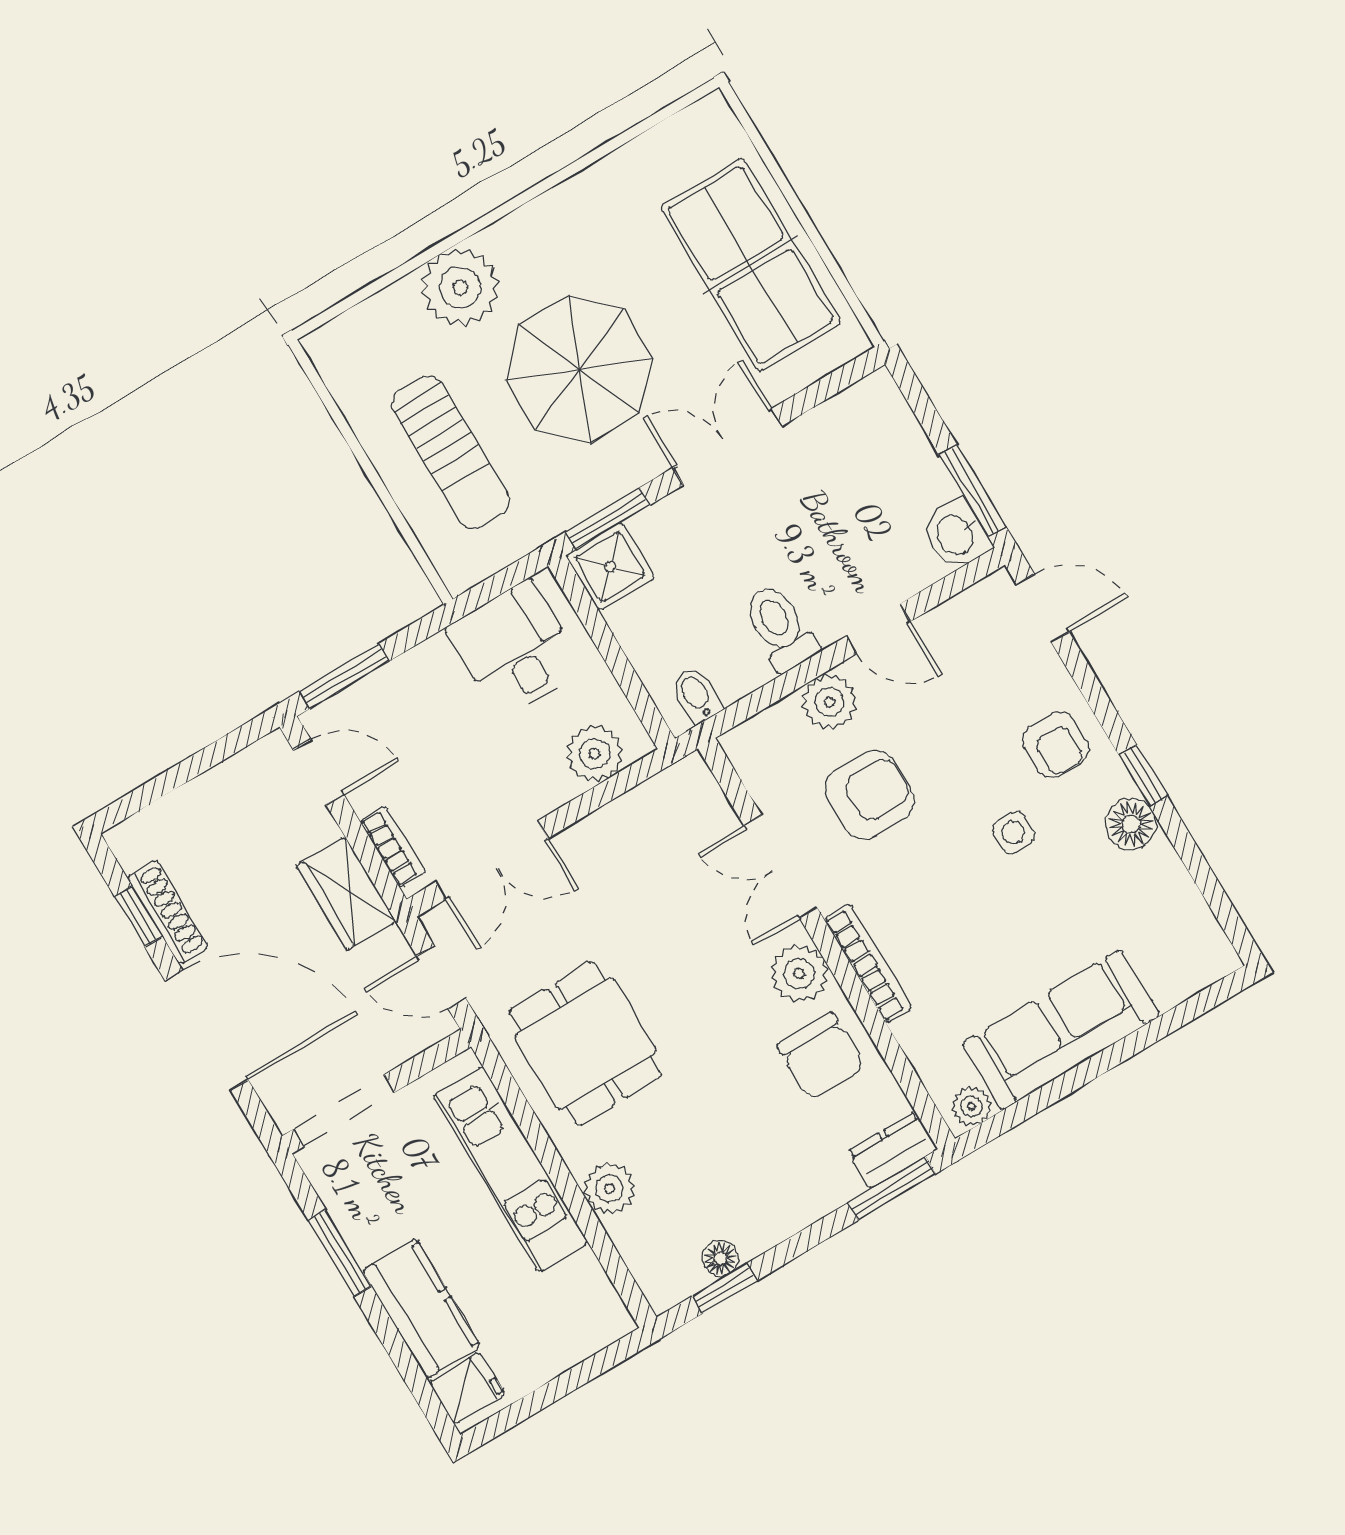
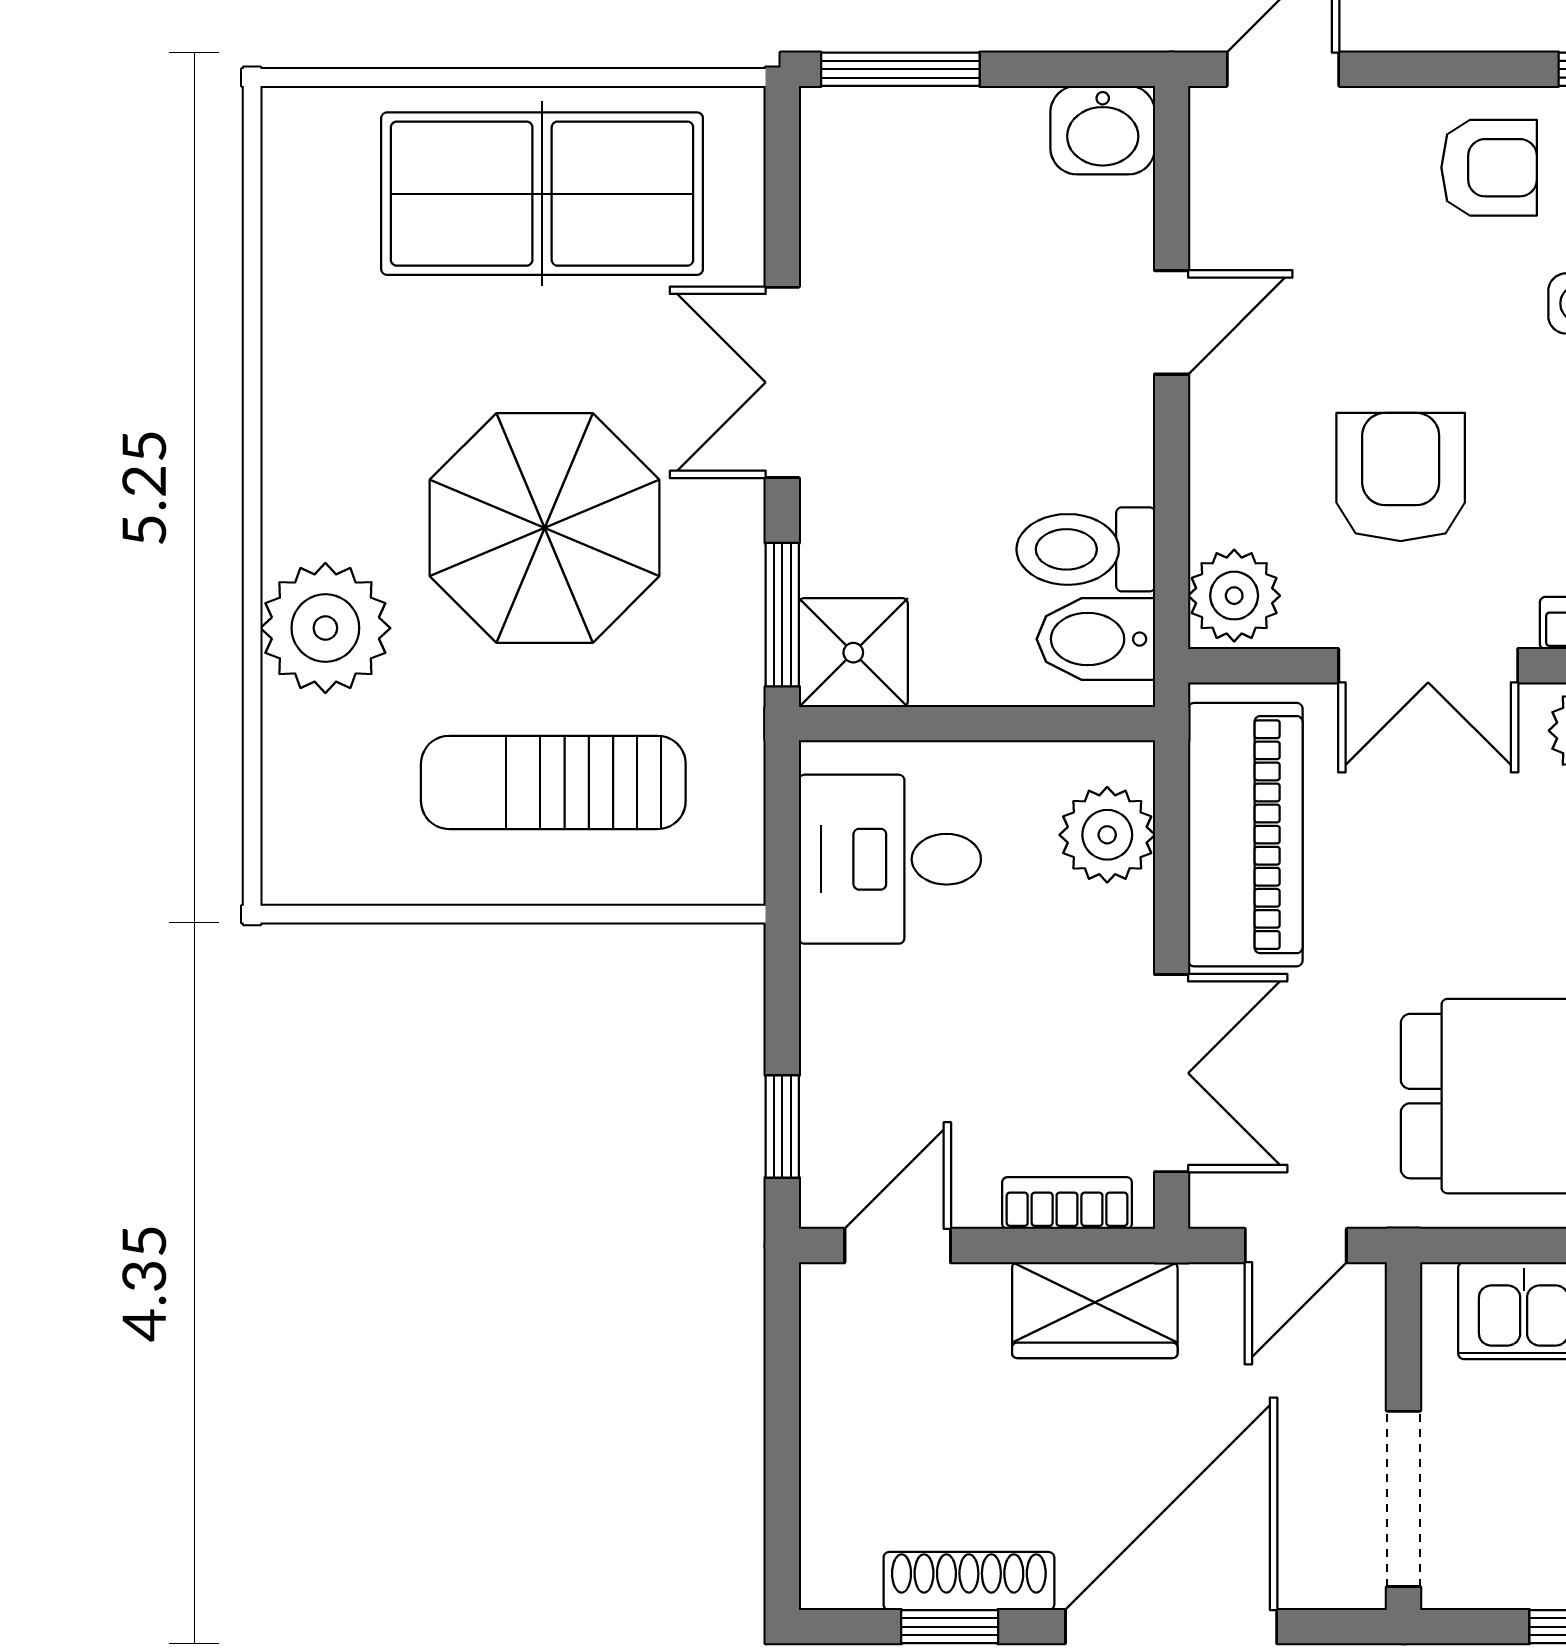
sun lounger: (451, 452) -> (553, 782), turned 180
window: (973, 491) -> (900, 69), moved
toilet: (780, 628) -> (1086, 549), moved
window: (344, 676) -> (782, 1127), width x0.67
bidet: (697, 695) -> (1096, 639), width x1.38, depth x1.36
plant: (829, 702) -> (1234, 596), moved
piano: (637, 825) -> (1245, 835), added

